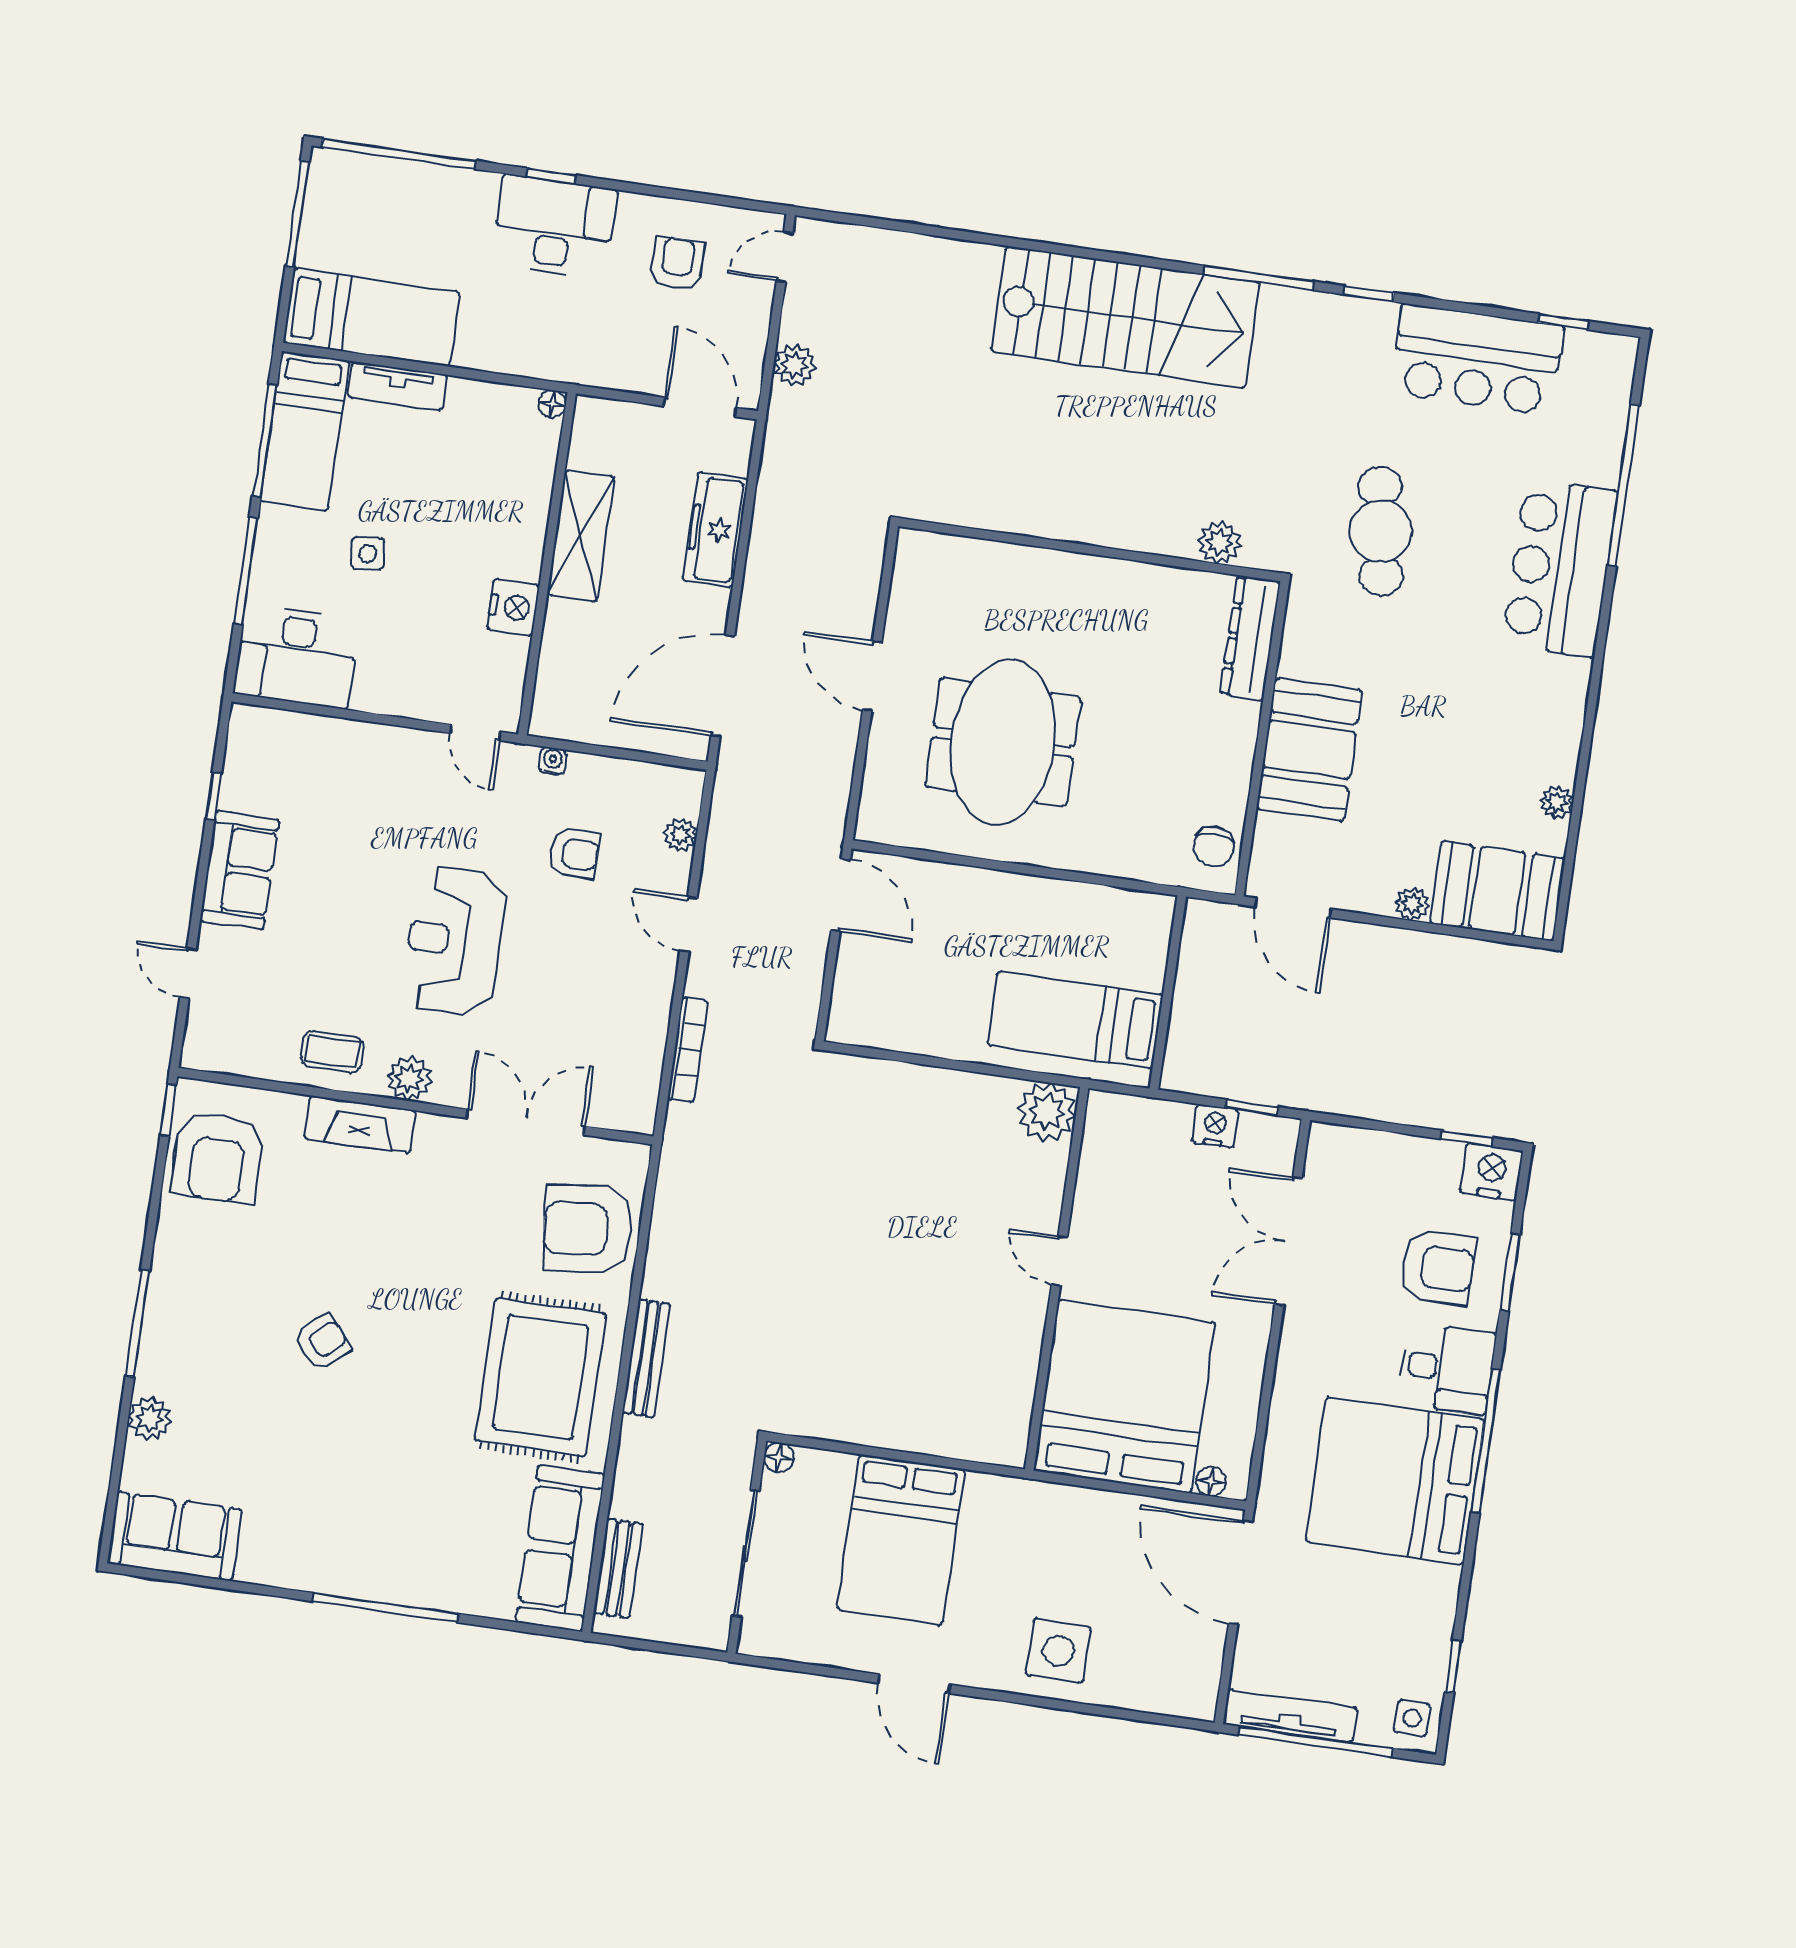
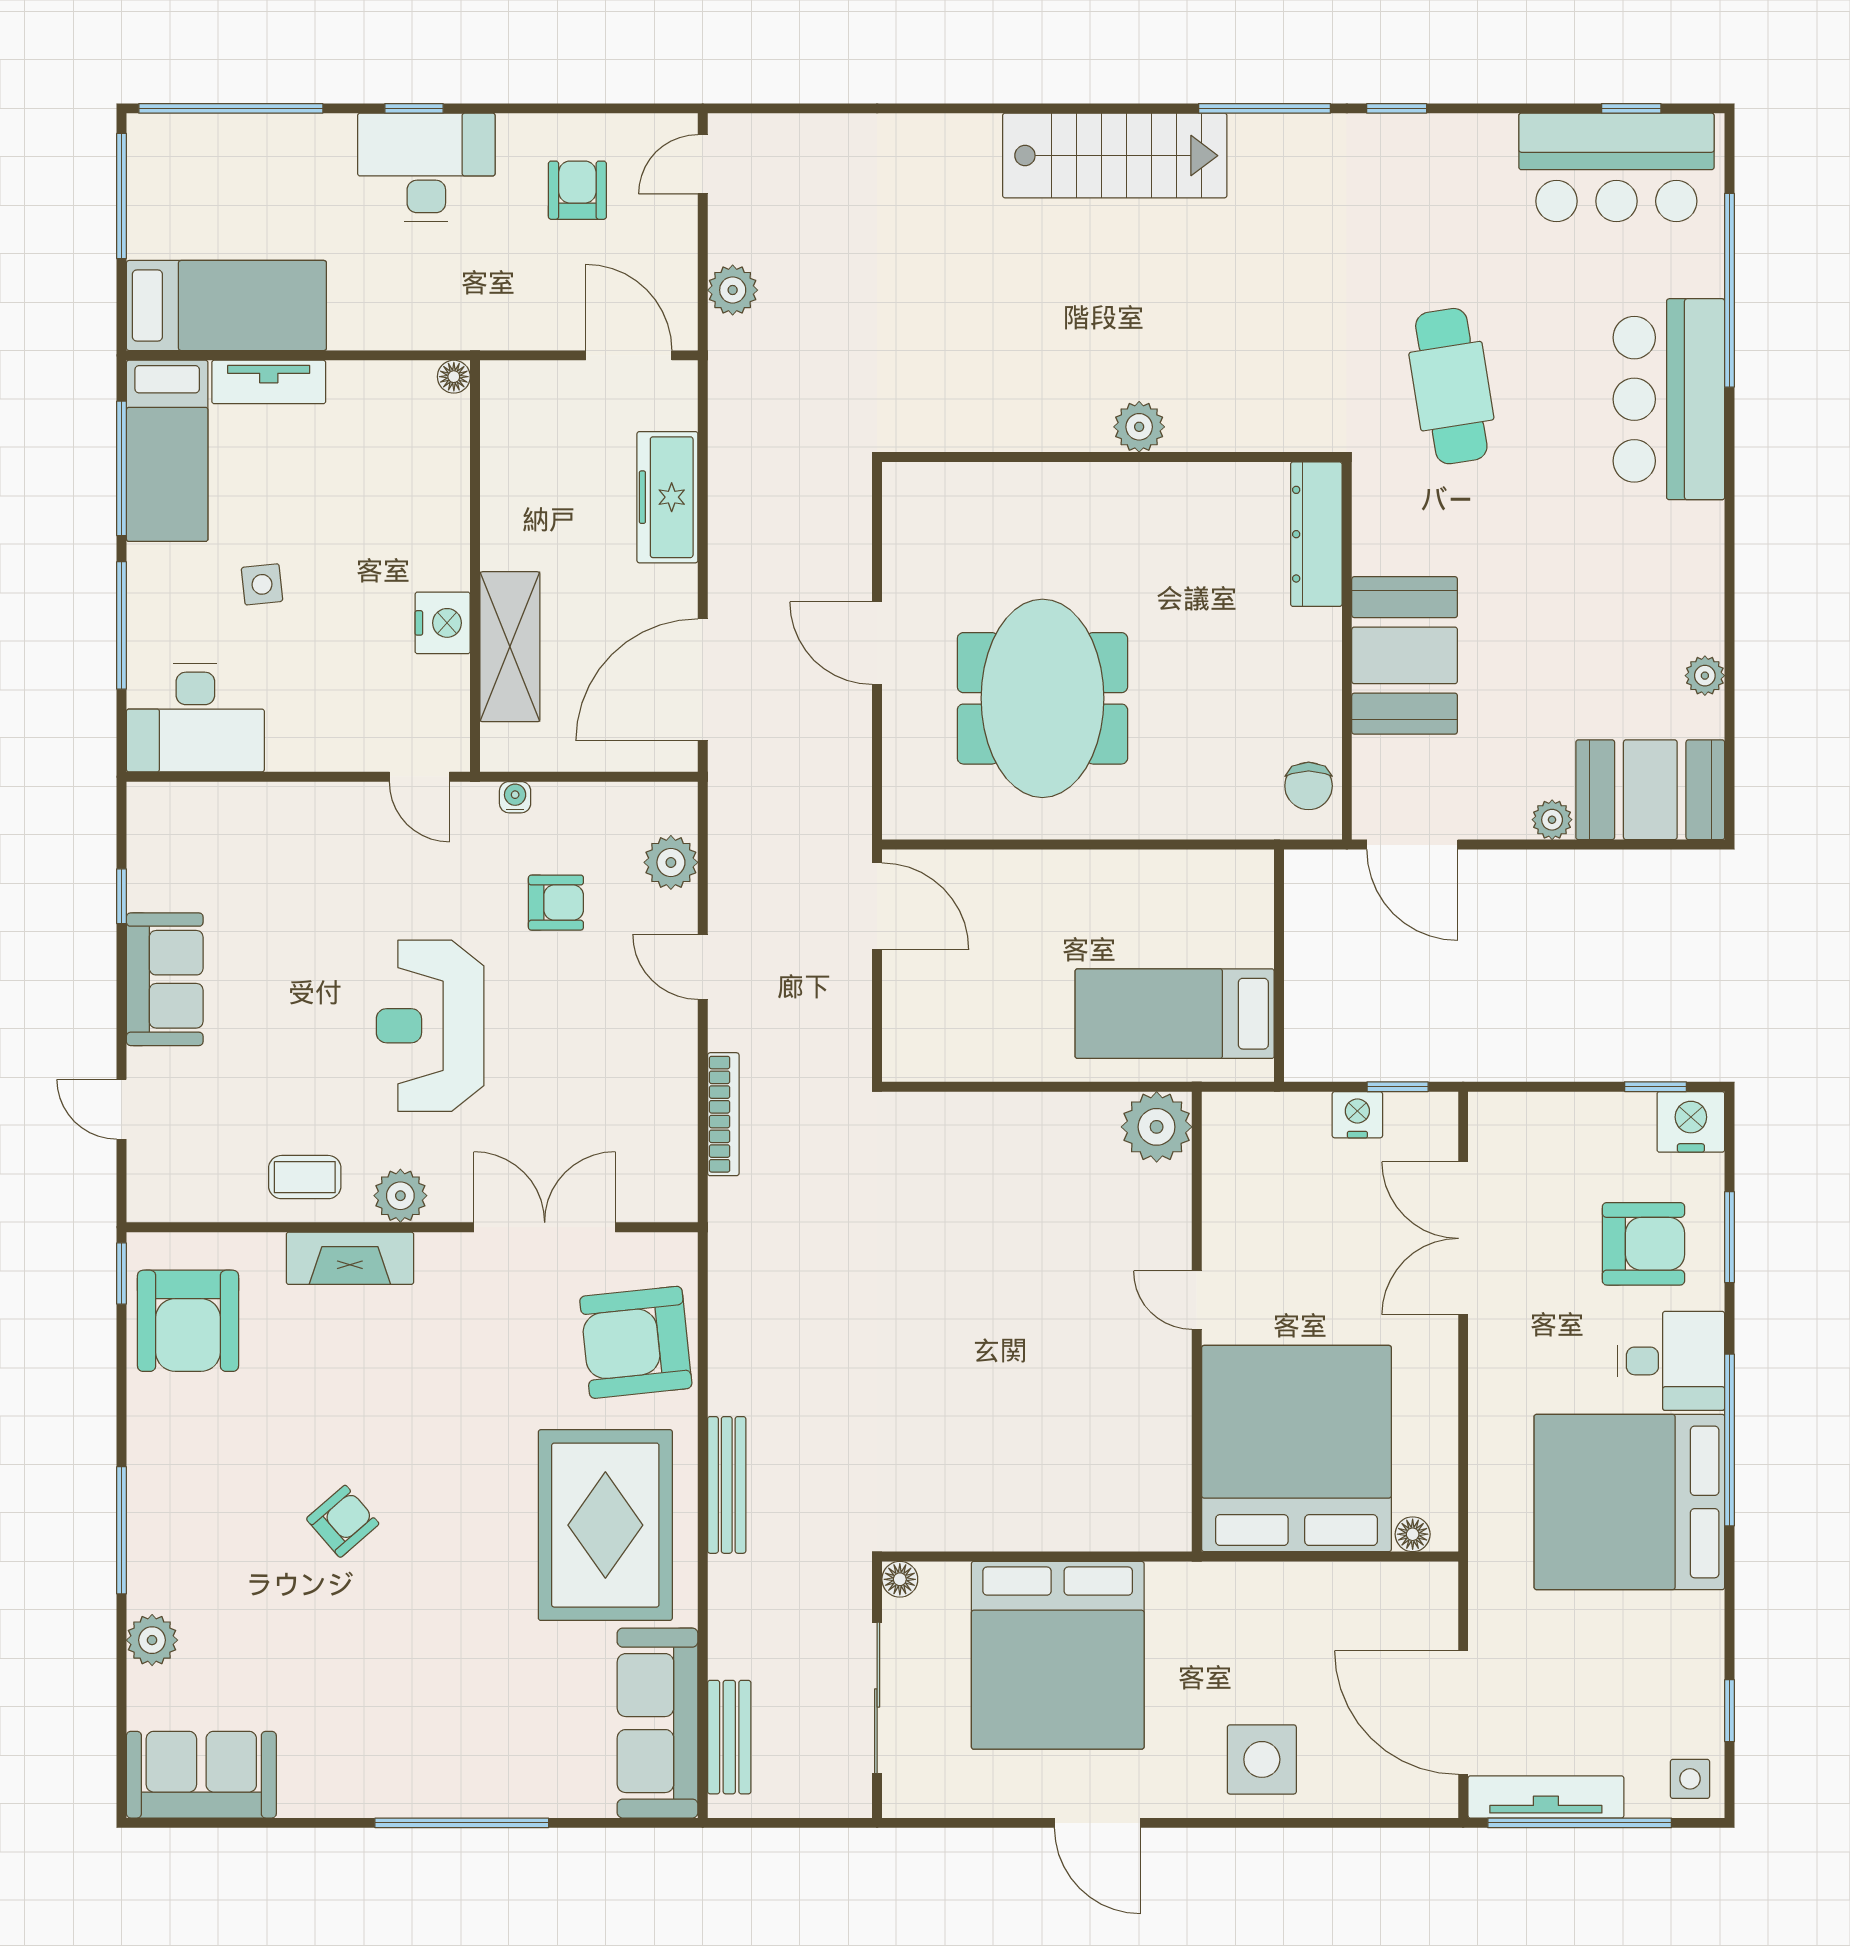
stairs: (1126, 317) -> (1115, 156), width x0.73, depth x0.66
bar counter: (1477, 359) -> (1616, 167), moved
shelving: (581, 536) -> (510, 647), moved
plant: (1220, 543) -> (1139, 427), moved
plant: (680, 835) -> (671, 862), width x1.38, depth x1.38
bed: (901, 1540) -> (1058, 1655), width x1.36
door: (1241, 1572) -> (1463, 1713), moved

